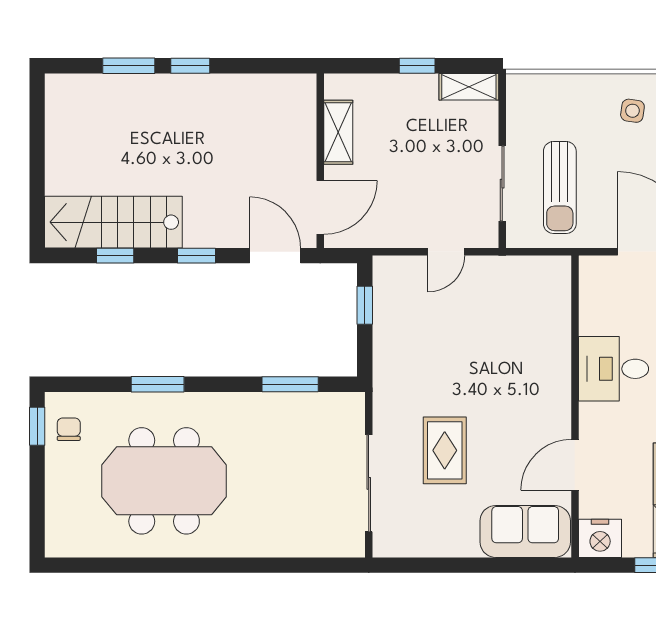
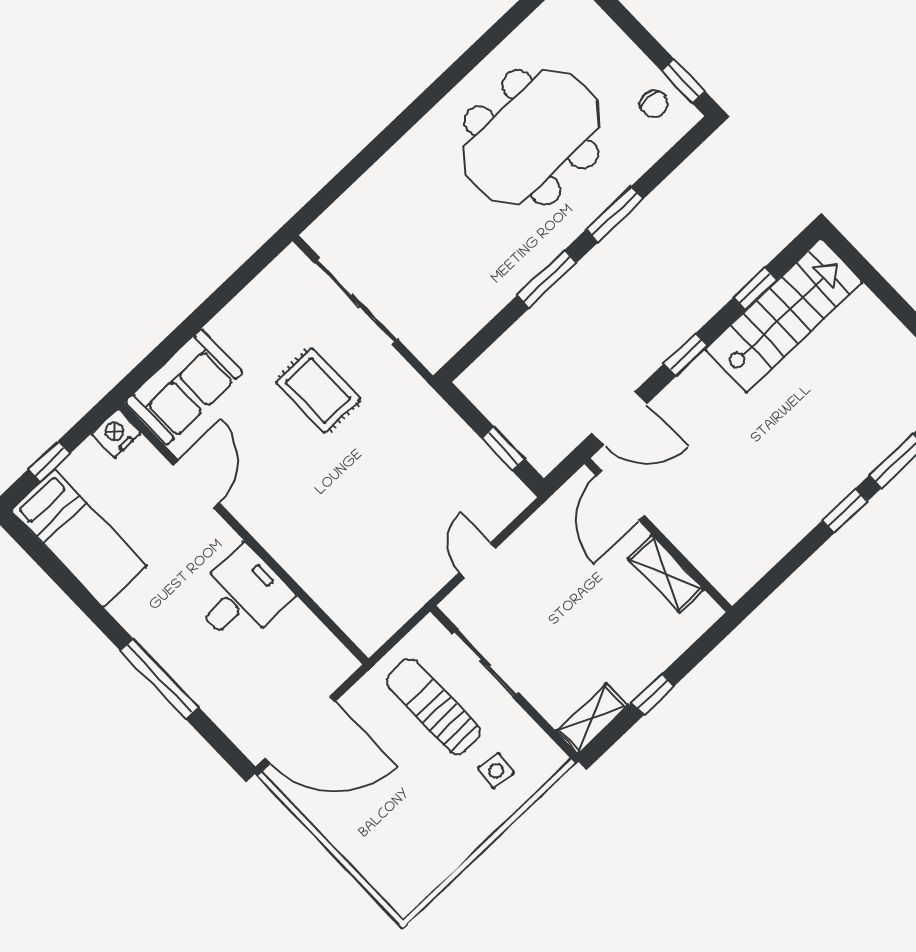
side table: (632, 111) -> (496, 771), moved
window: (290, 384) -> (547, 279), moved
nightstand: (600, 538) -> (116, 433), width x0.74, depth x0.75

